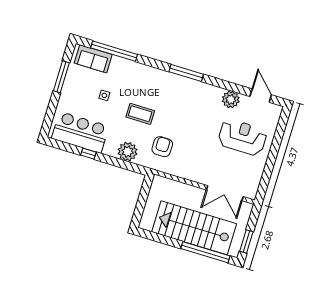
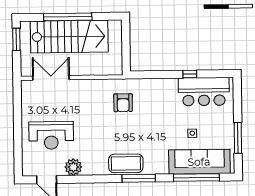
sofa: (93, 59) -> (199, 162), width x1.85, depth x1.27
window: (186, 73) -> (139, 178), moved
coffee table: (140, 114) -> (126, 163), moved, width x1.36, depth x1.32
plant: (128, 152) -> (154, 88), removed
window: (205, 252) -> (68, 17), moved

